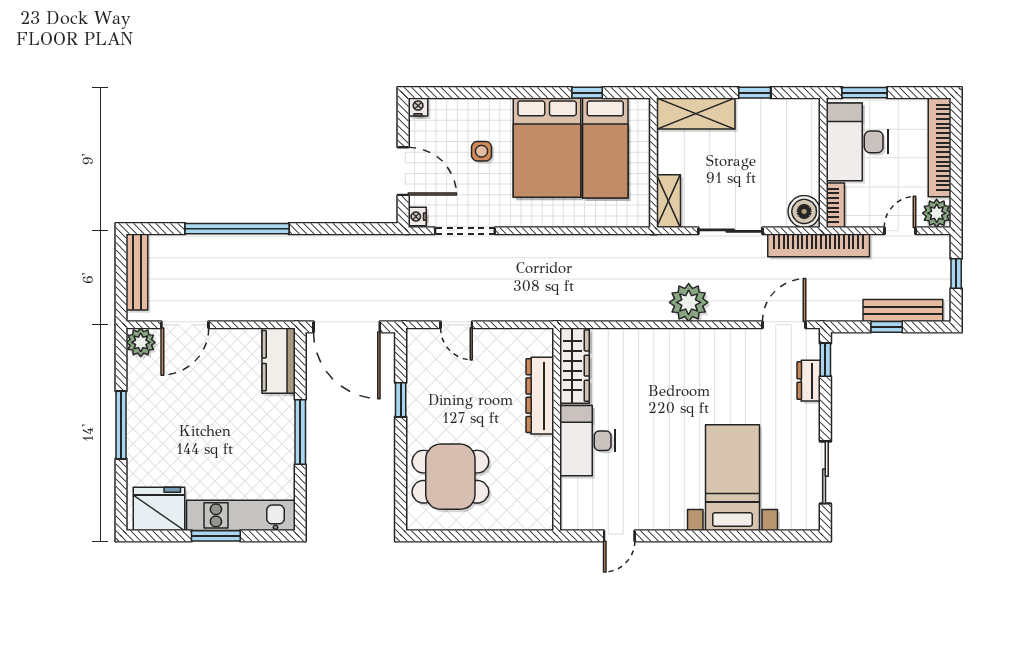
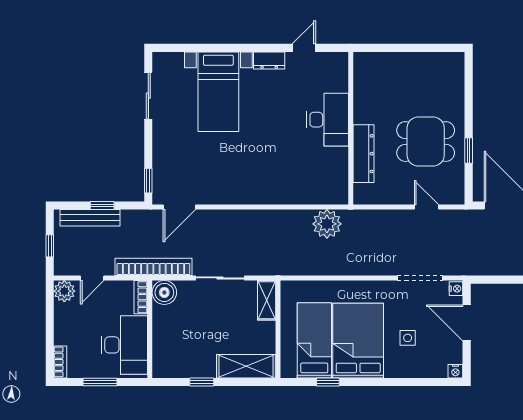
window: (865, 93) -> (100, 382), moved
bookcase: (940, 147) -> (60, 362), width x0.43, depth x0.76
plant: (689, 302) -> (327, 224), moved
wardrobe: (575, 366) -> (337, 176), removed
dresser: (809, 381) -> (269, 61), moved, turned 90
dining table: (450, 477) -> (426, 142), moved

